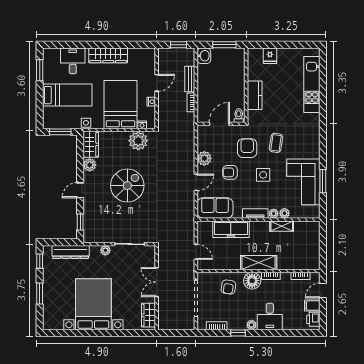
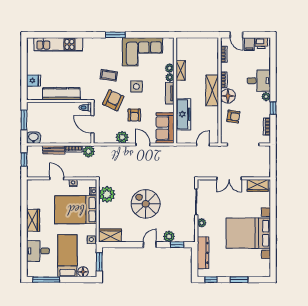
wardrobe: (108, 55) -> (33, 220), width x0.67
window: (40, 70) -> (46, 280), width x1.44
kitchen counter: (255, 95) -> (61, 94), width x1.50
floor lamp: (49, 113) -> (83, 272), added
plant: (188, 120) -> (89, 151), added
armchair: (247, 148) -> (113, 100), turned 115
plant: (90, 165) -> (169, 236), moved
window: (323, 181) -> (115, 35), moved
door: (80, 190) -> (150, 245), swing flipped

